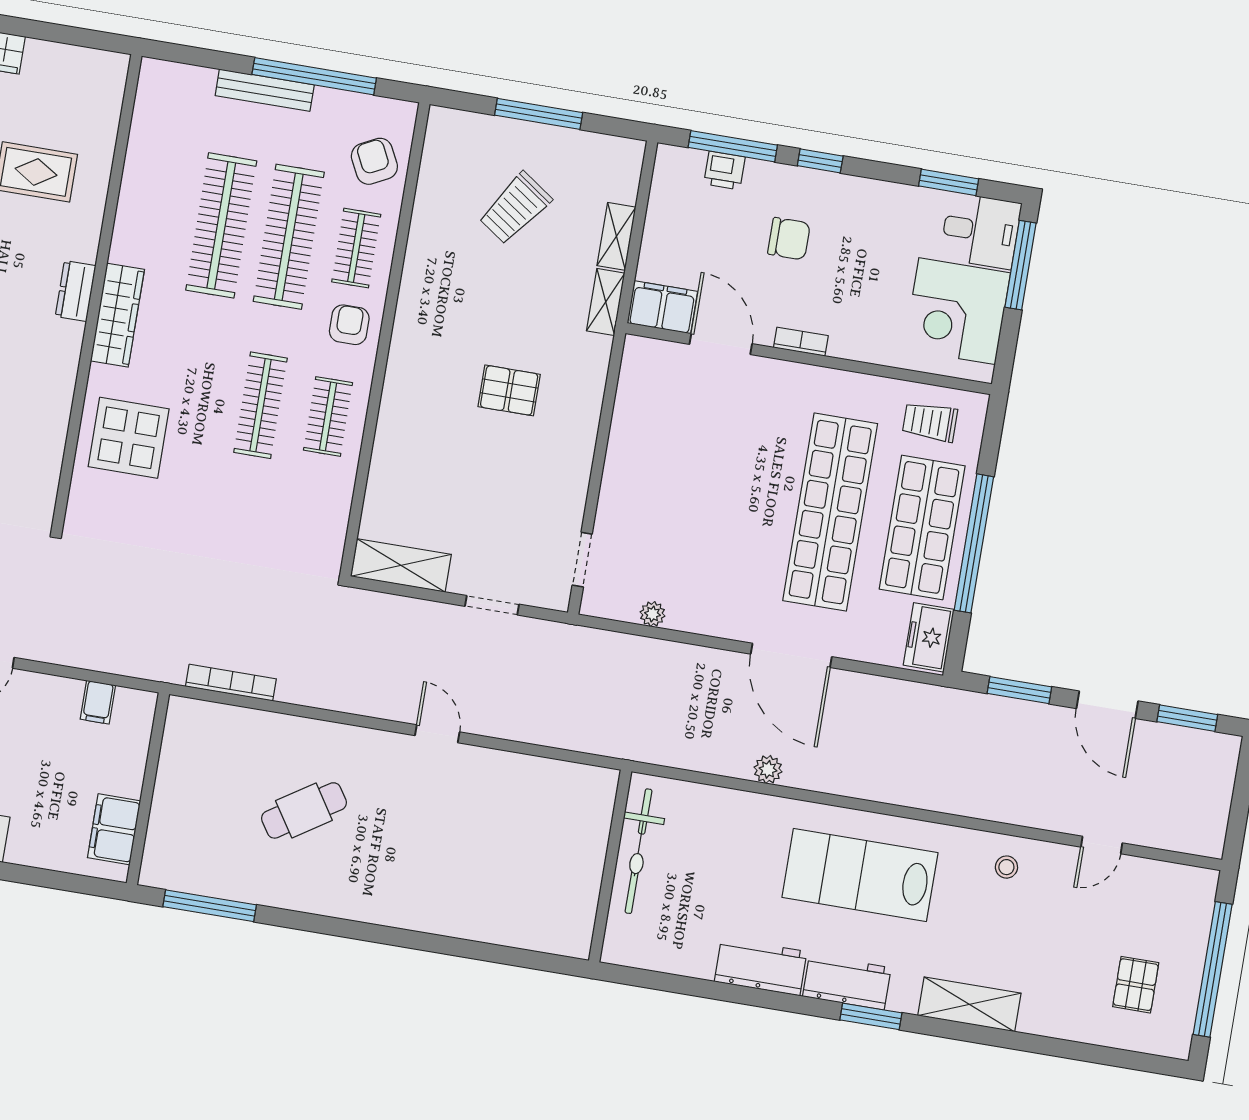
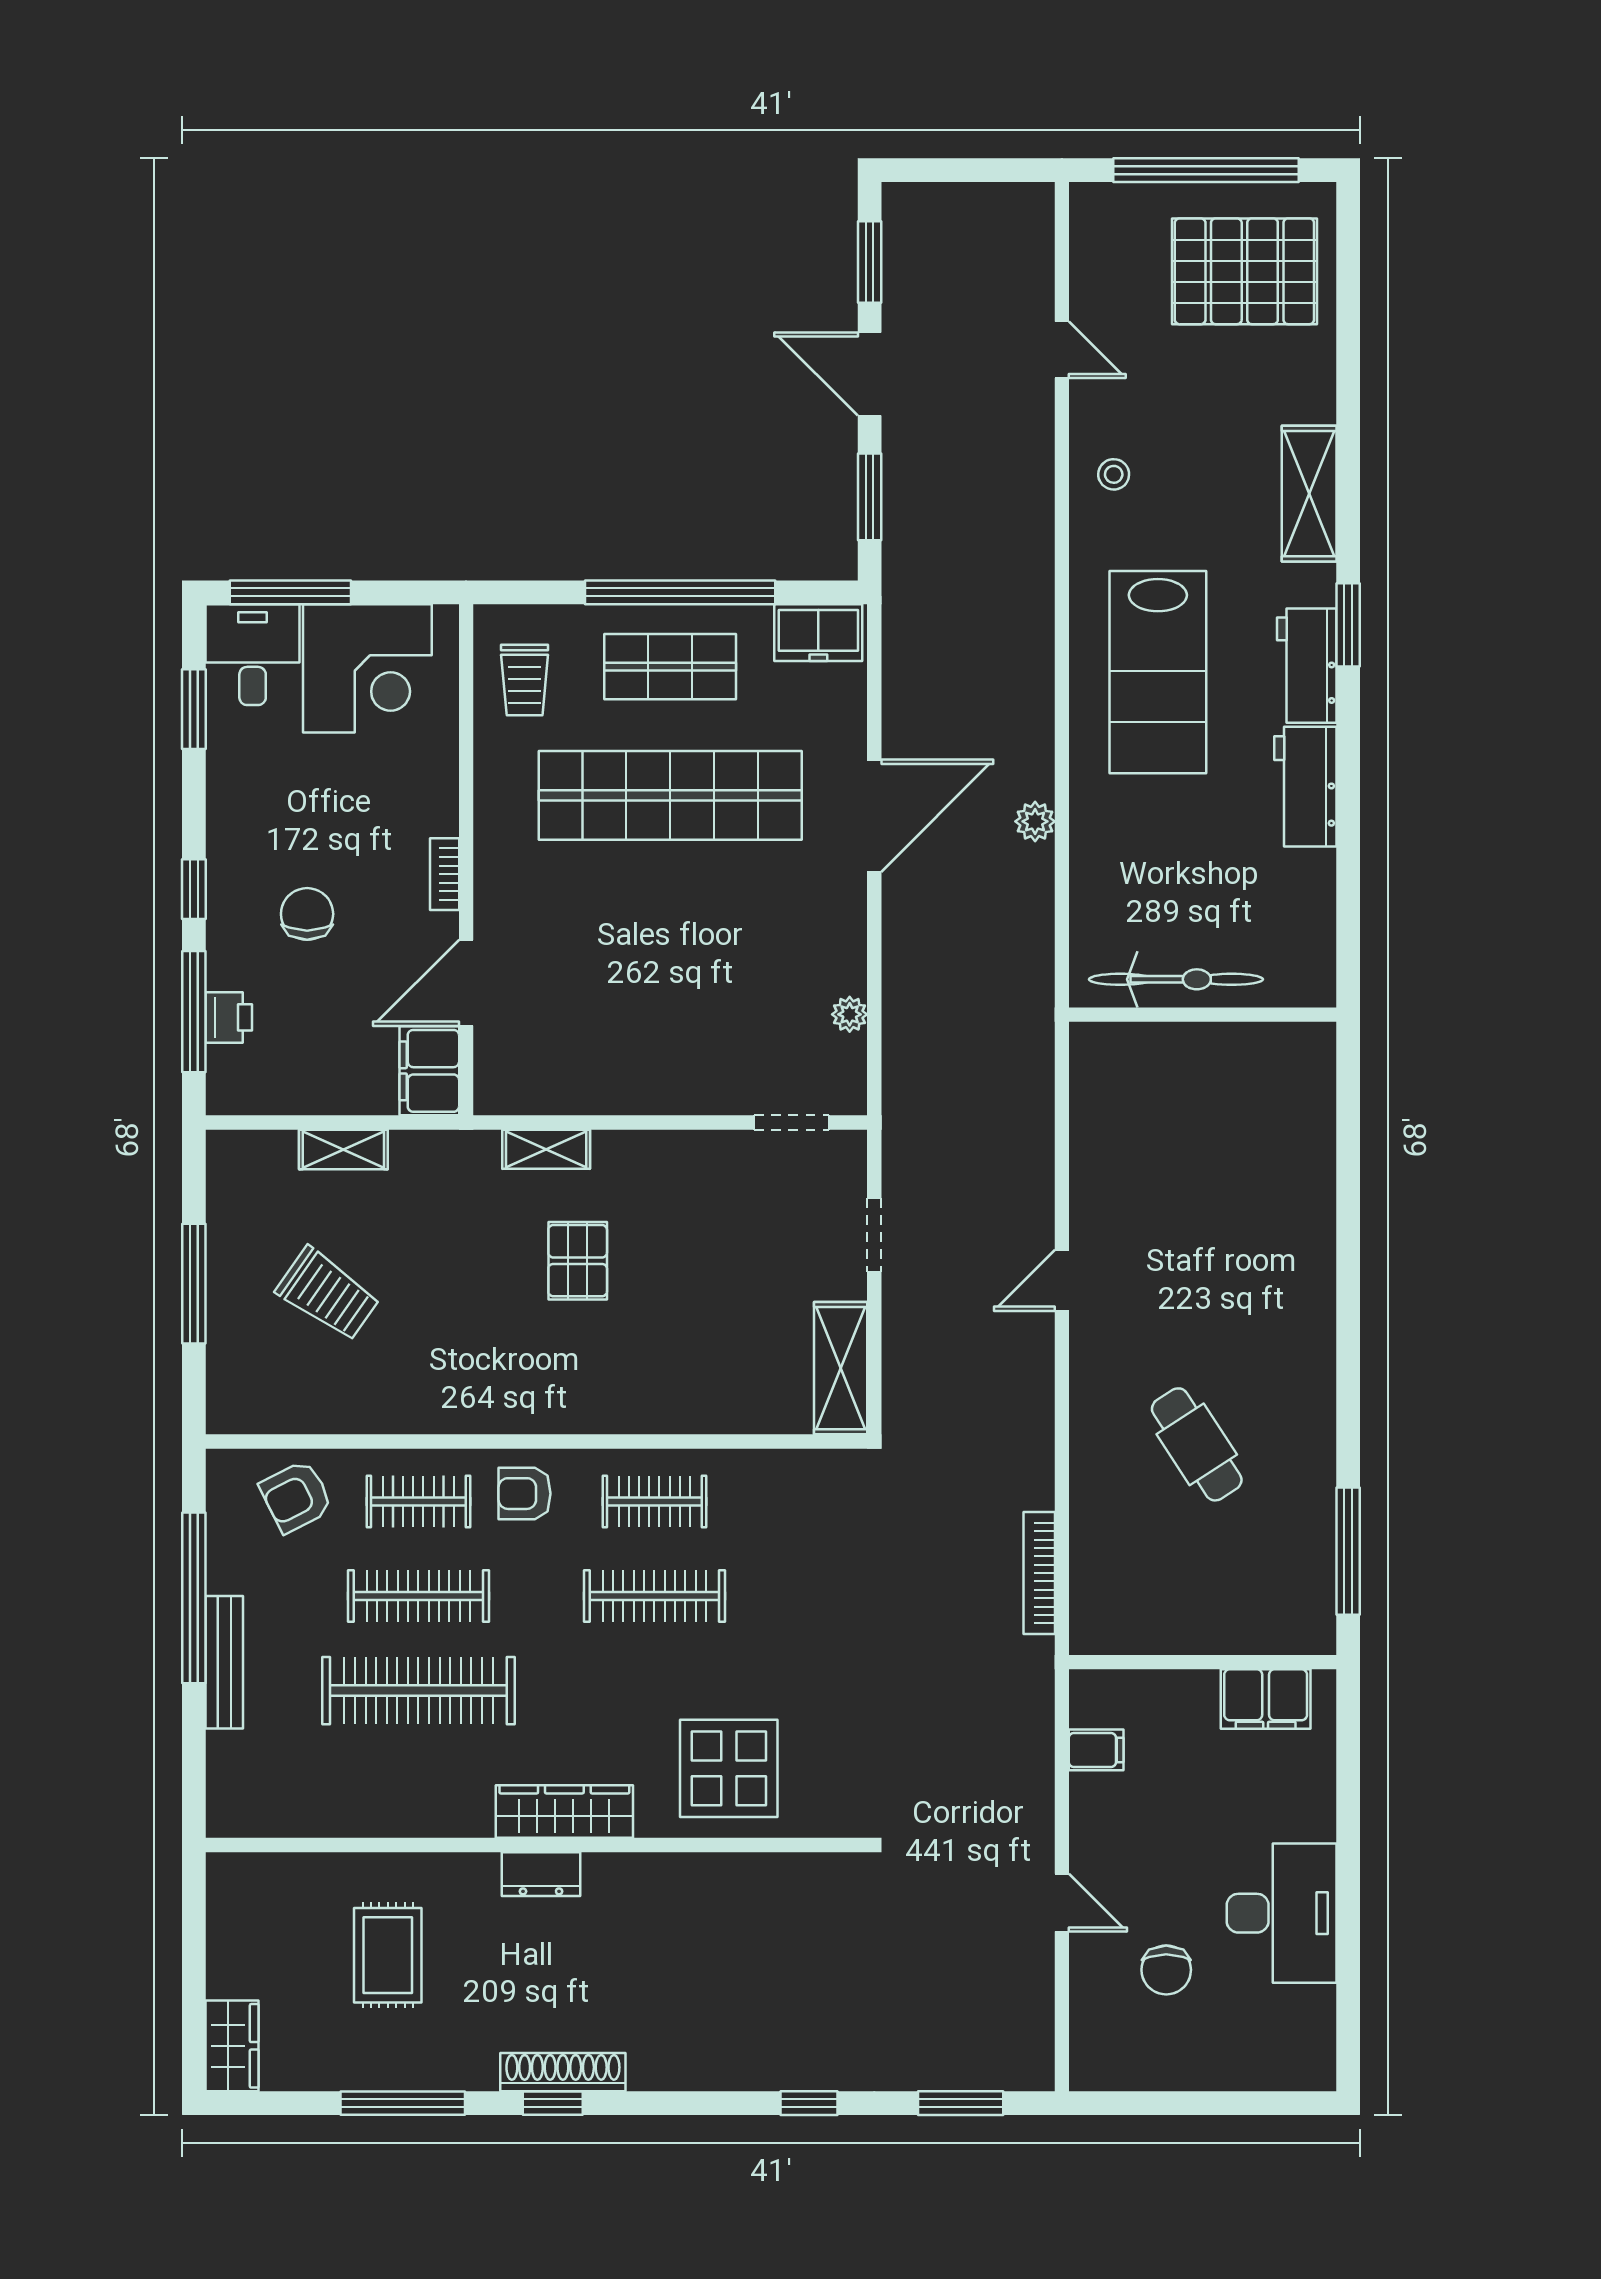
clothes rail: (289, 237) -> (418, 1596), width x0.73, depth x0.76
shelving: (606, 302) -> (546, 1149), moved
shop shelf: (922, 527) -> (670, 667), width x0.70, depth x0.74
door: (1107, 705) -> (870, 374), swing flipped
pallet: (1136, 985) -> (1244, 271), width x2.05, depth x2.00

